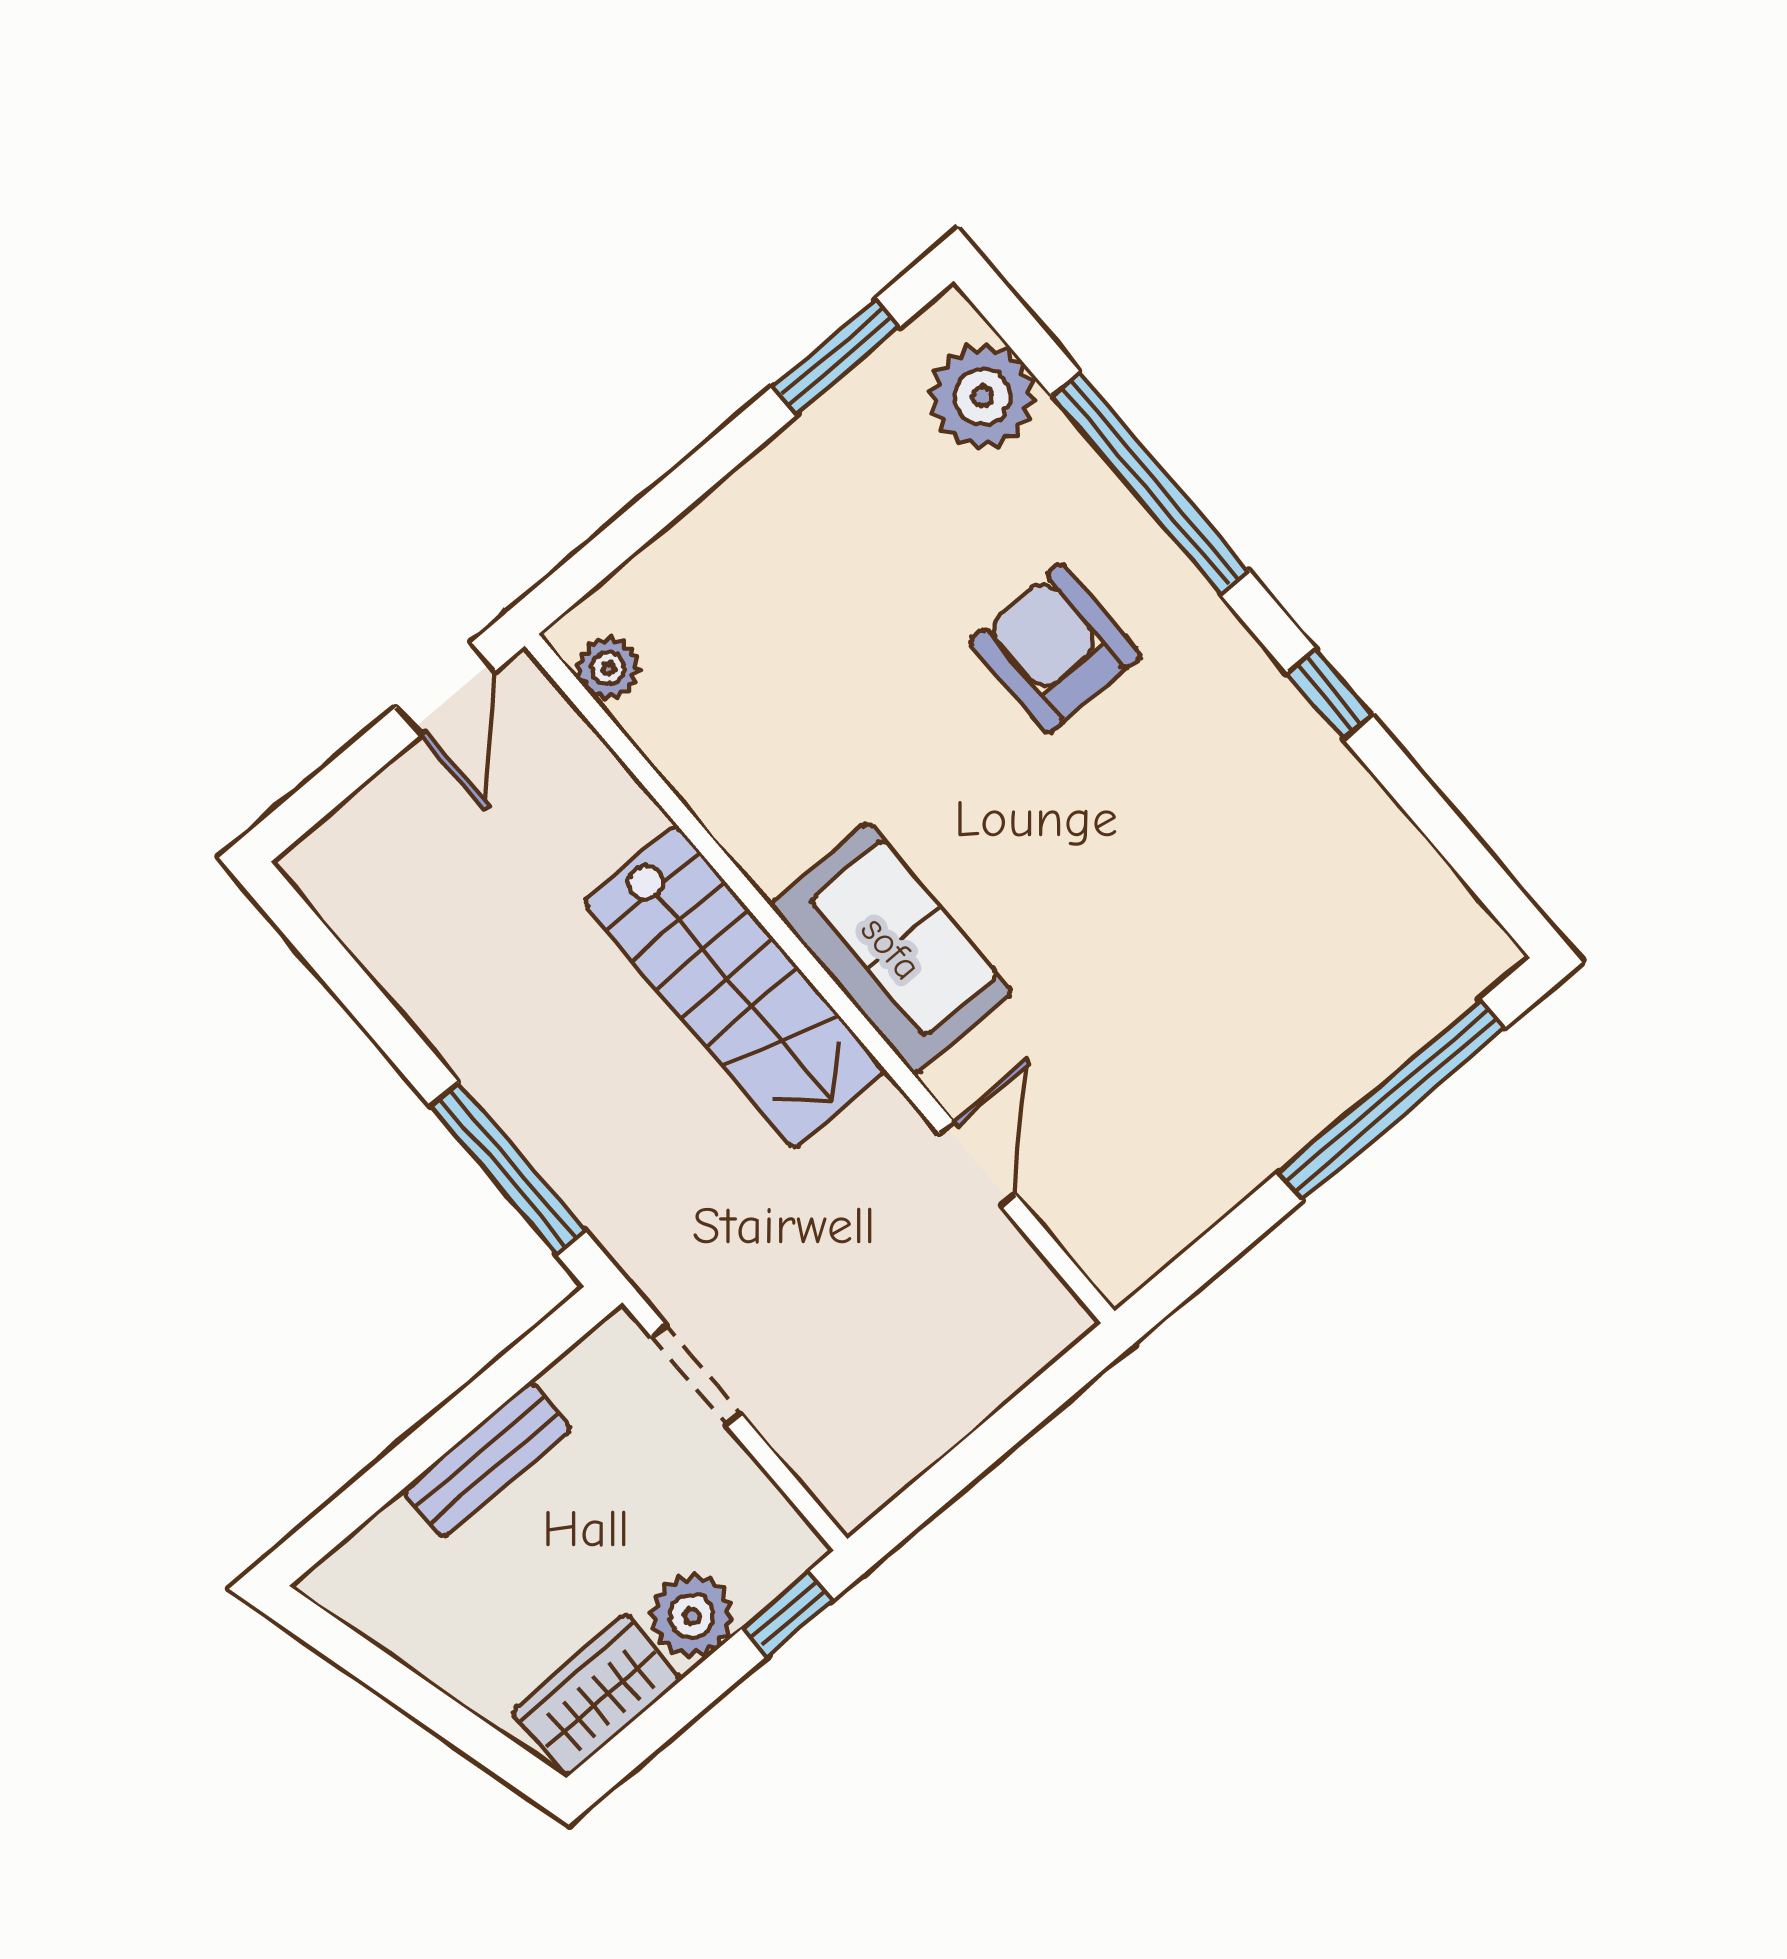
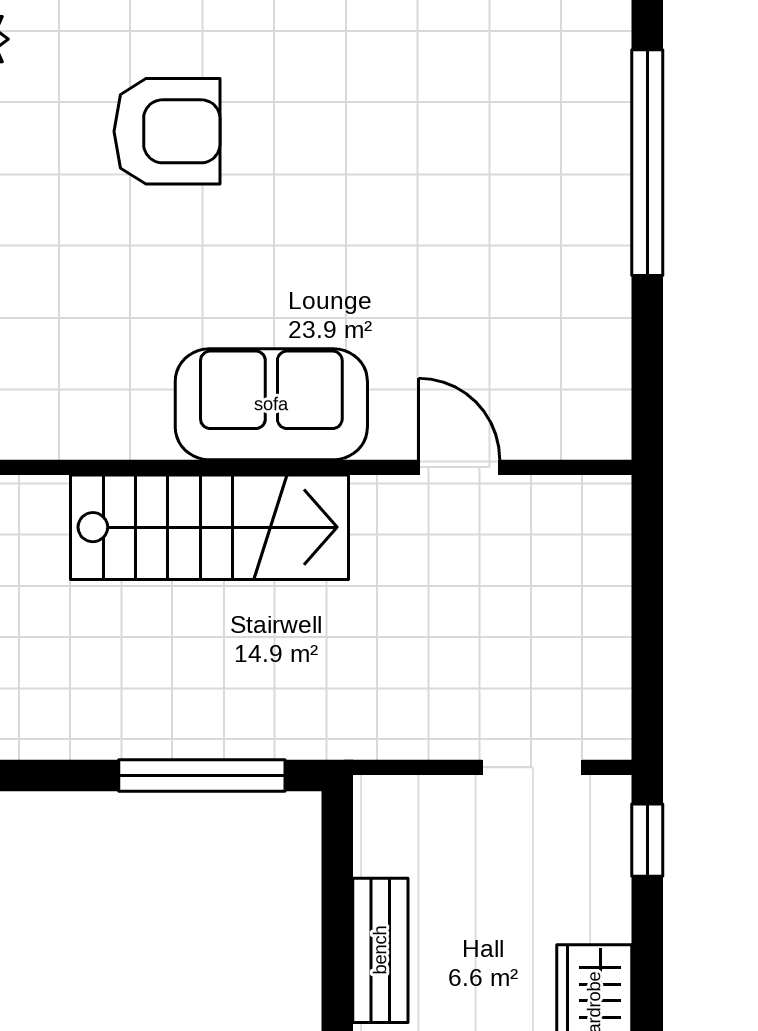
armchair: (1055, 648) -> (167, 131), turned 180
doorway: (696, 1375) -> (532, 767), moved
plant: (692, 1616) -> (596, 903), removed

